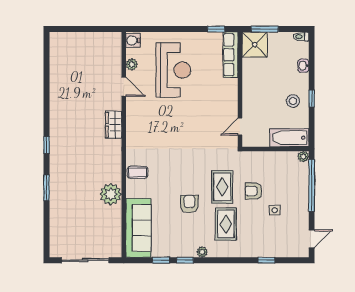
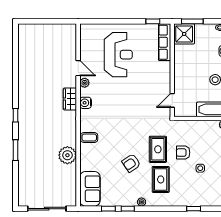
water cooler: (133, 40) -> (86, 103), moved
plant: (132, 64) -> (85, 83), moved
armchair: (189, 204) -> (131, 163), turned -124
sofa: (138, 228) -> (90, 189), width x0.73

